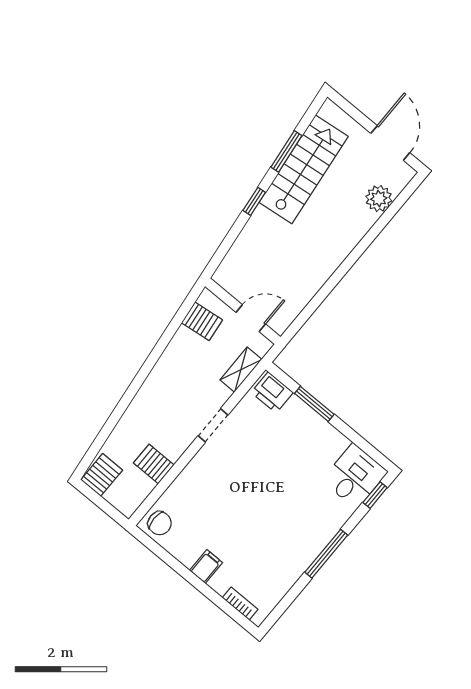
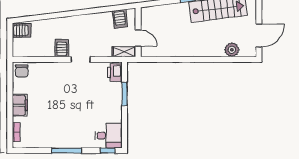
shelving: (241, 370) -> (124, 52), moved
server rack: (154, 464) -> (62, 48), moved
filing cabinet: (206, 566) -> (20, 105), width x2.00

